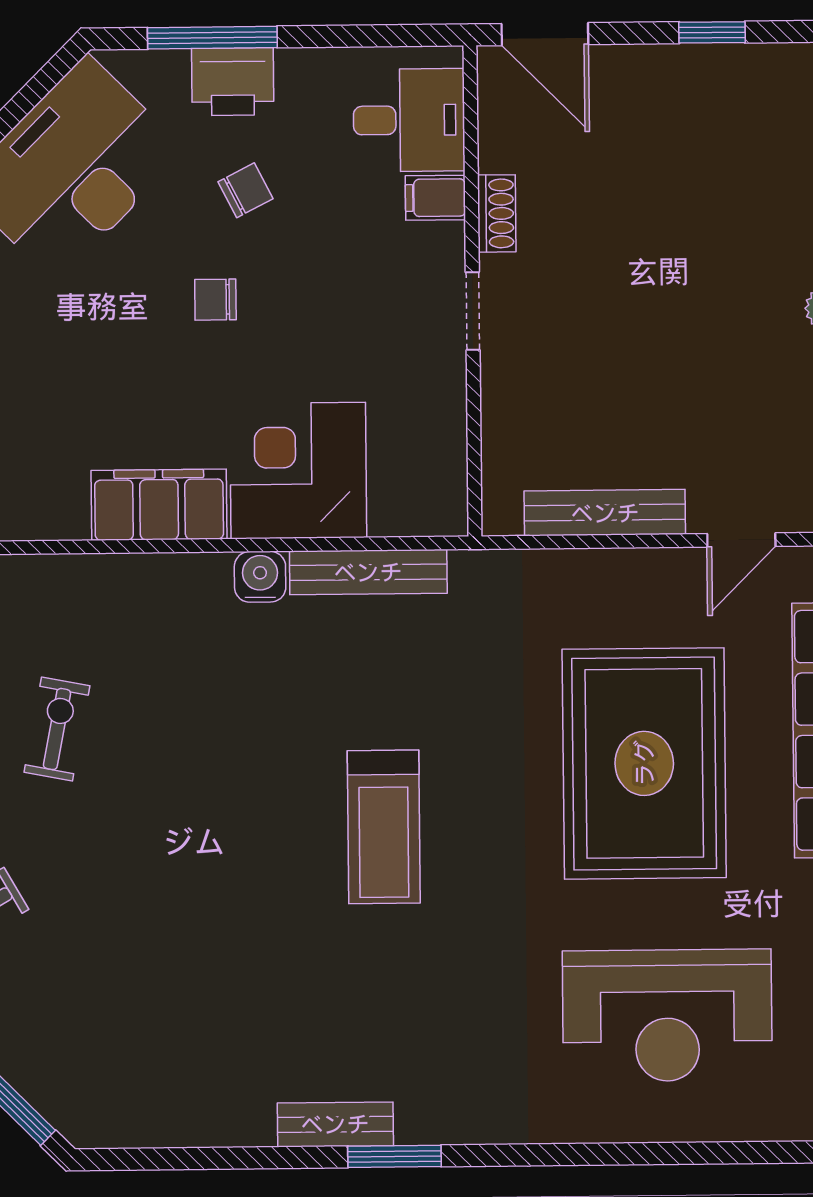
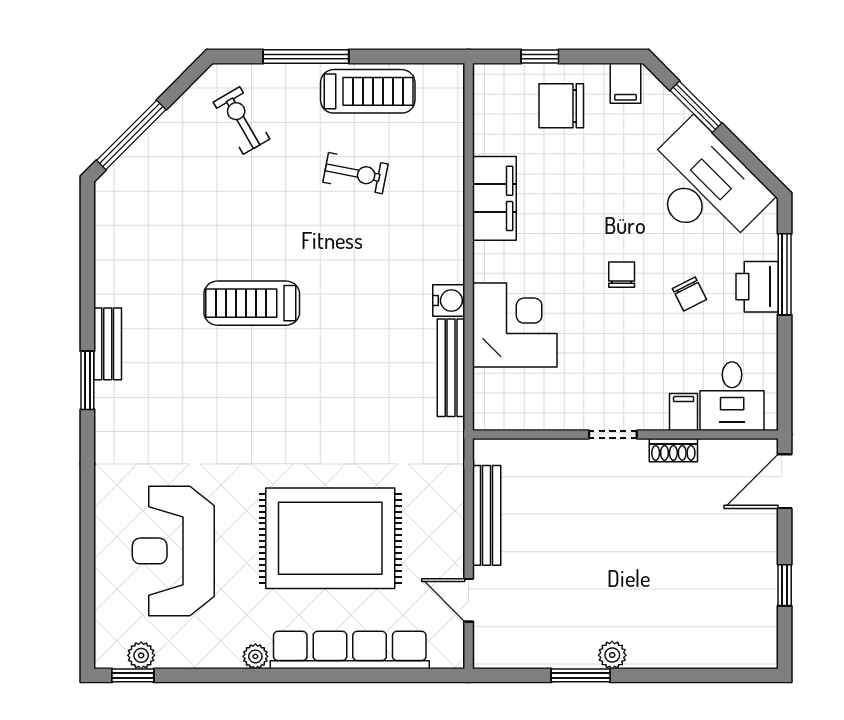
filing cabinet: (159, 505) -> (494, 198), moved
treadmill: (384, 827) -> (252, 303), moved

